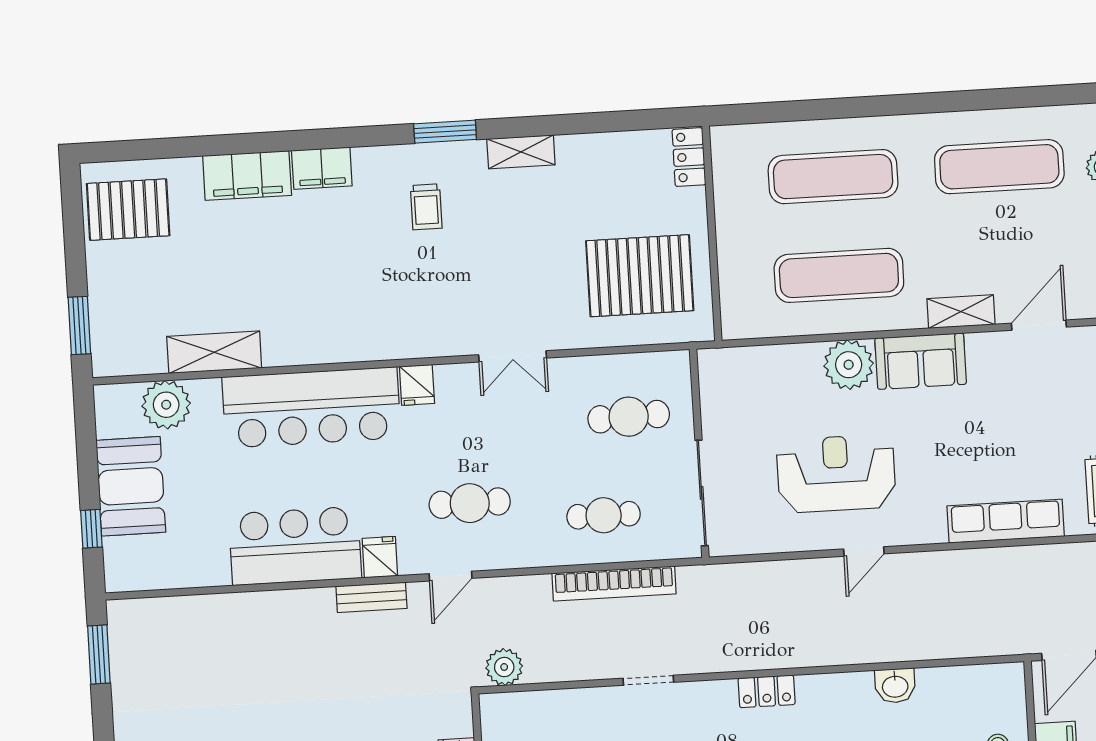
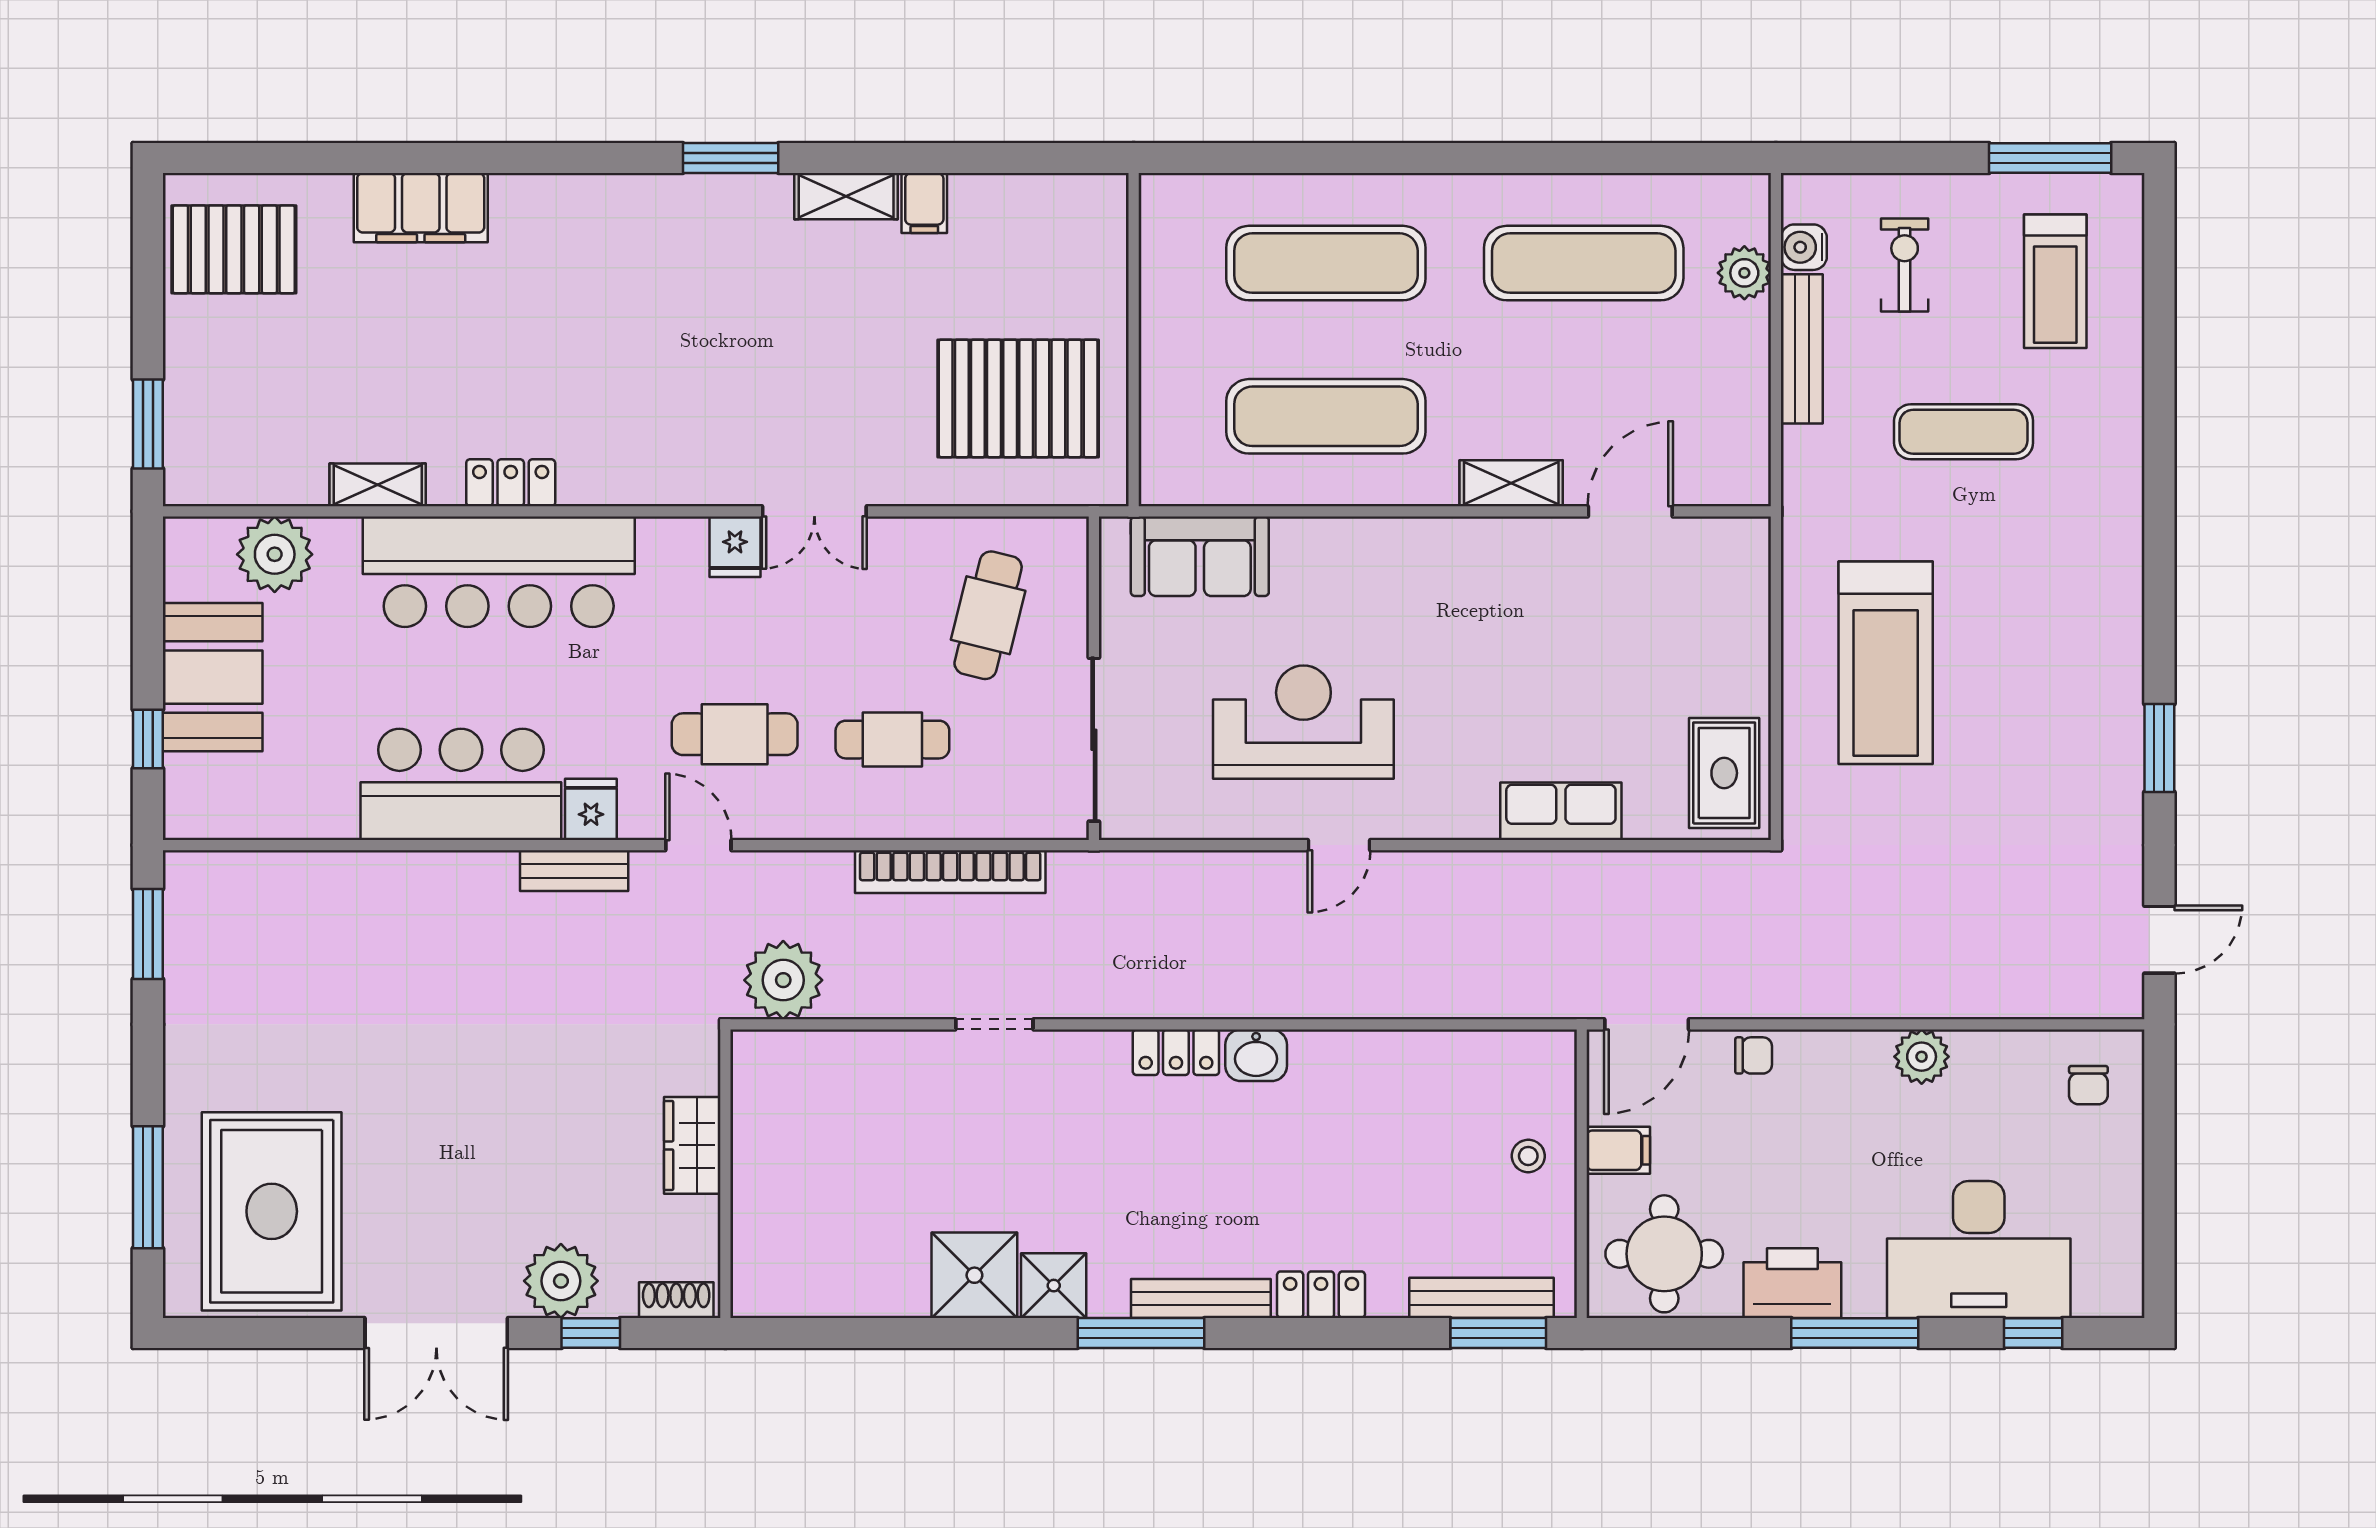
locker: (689, 157) -> (511, 483), moved, turned 90
filing cabinet: (322, 168) -> (924, 203), moved, width x0.50
trolley: (426, 207) -> (695, 272), removed
shelving: (214, 352) -> (378, 485), width x0.67, depth x0.75
sofa: (921, 361) -> (1200, 556), moved
plant: (849, 365) -> (1333, 555), removed
fridge: (417, 385) -> (735, 547), moved
cafe table: (629, 417) -> (988, 615), turned -74
cafe table: (604, 515) -> (892, 740), moved
row of seats: (1006, 521) -> (1561, 811), width x0.68
door: (451, 576) -> (698, 845), swing flipped
plant: (504, 667) -> (783, 980), width x1.36, depth x1.36
washbasin: (895, 686) -> (1256, 1055), moved

